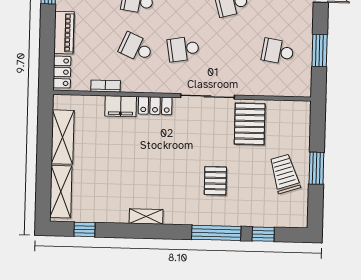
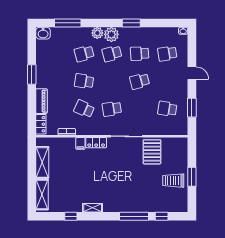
filing cabinet: (121, 106) -> (80, 143), width x0.50
trolley: (285, 174) -> (173, 181), turned -72
pallet: (215, 181) -> (133, 186), removed
window: (84, 229) -> (71, 216), moved

